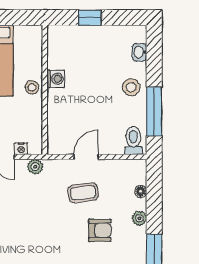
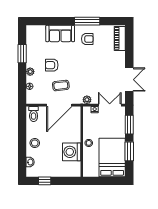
window: (90, 18) -> (45, 181), moved
washing machine: (56, 79) -> (72, 152), width x1.89, depth x1.89
window: (154, 112) -> (22, 130), removed
door: (86, 157) -> (59, 105), width x1.88

